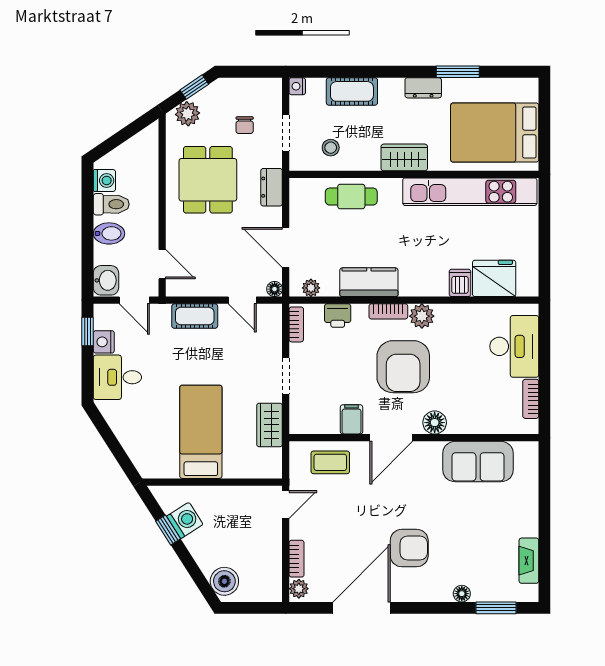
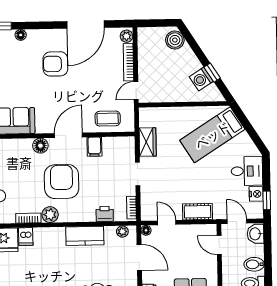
bookcase: (388, 311) -> (28, 218), moved
bed: (201, 432) -> (212, 135), moved, turned 57
bookcase: (297, 559) -> (128, 62), width x1.56

